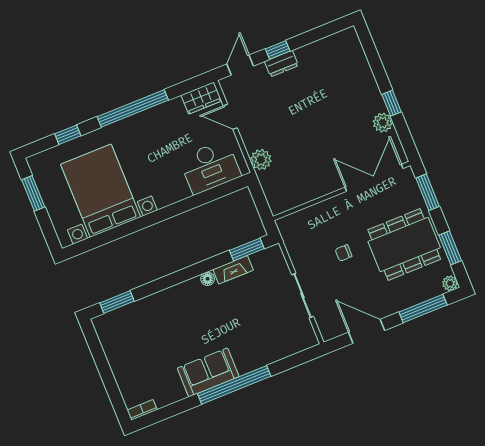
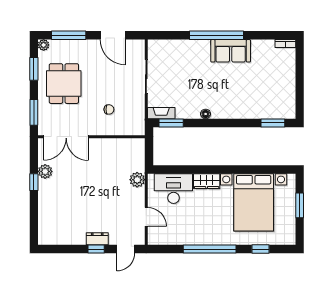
wardrobe: (201, 98) -> (207, 181), moved, turned 180
window: (33, 193) -> (300, 205), moved
dining table: (404, 245) -> (64, 84), width x0.73
chair: (344, 253) -> (109, 109), moved
fireplace: (233, 270) -> (161, 113), moved

